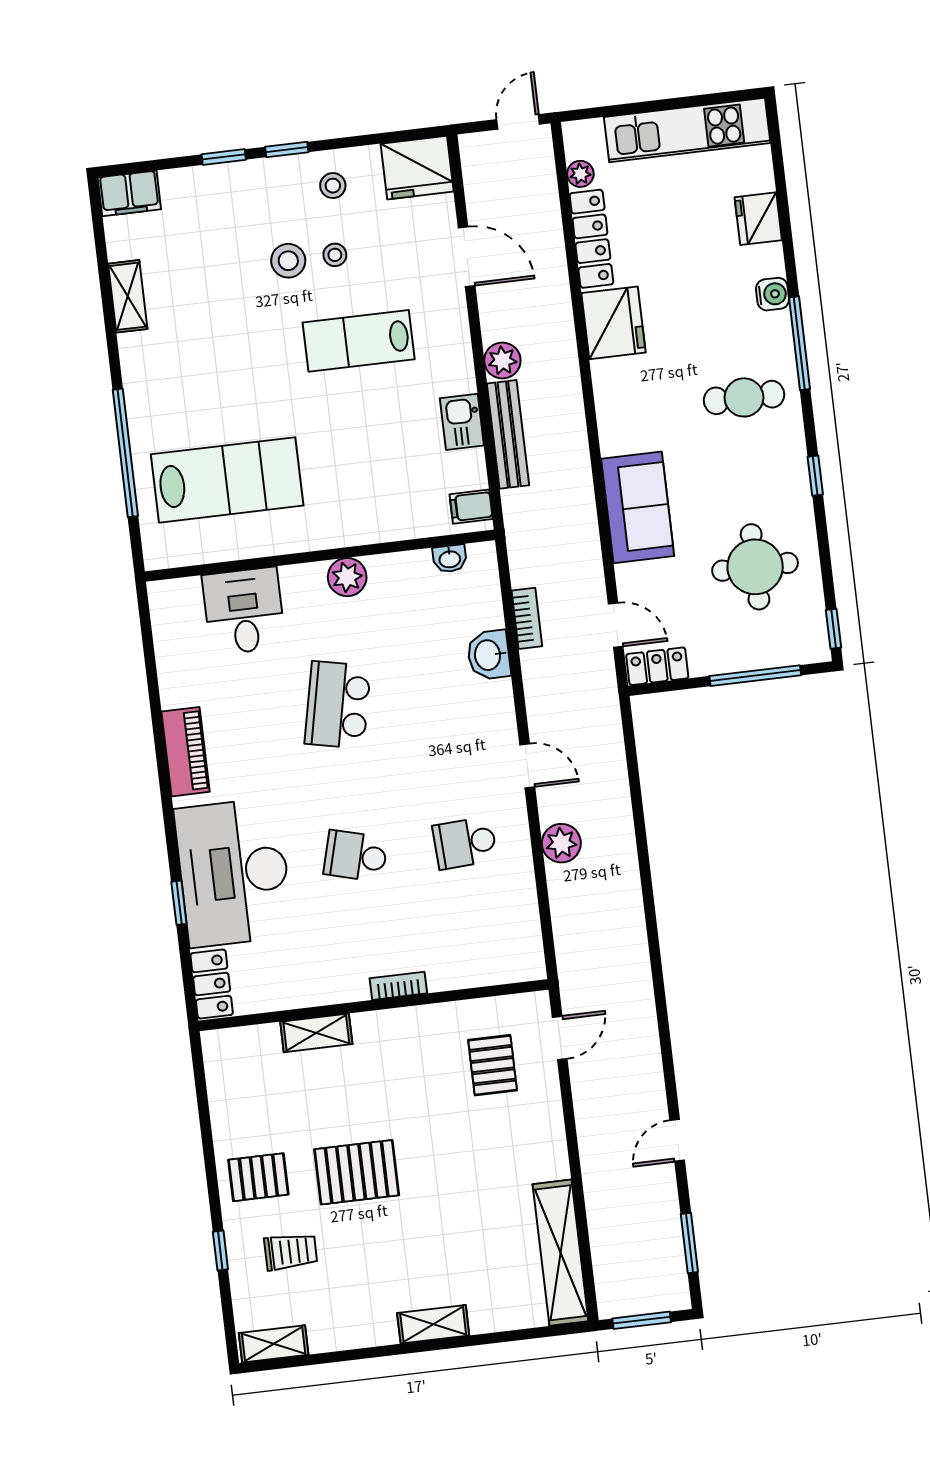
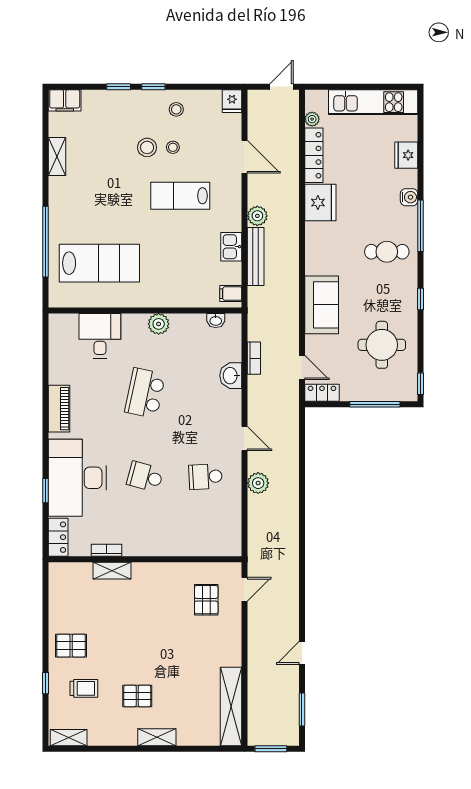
fridge: (417, 168) -> (232, 101), width x0.53, depth x0.75
bookcase: (398, 986) -> (107, 550), moved
pallet: (357, 1172) -> (137, 696), moved, width x0.67, depth x0.71

